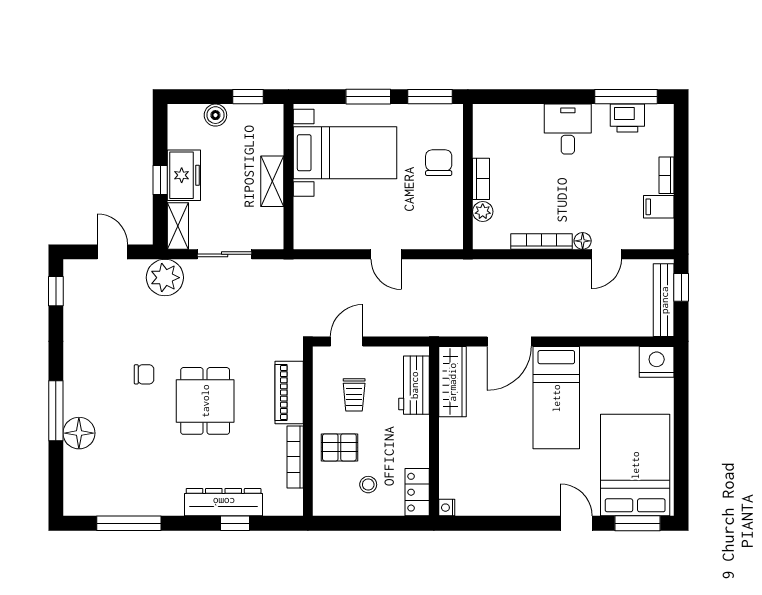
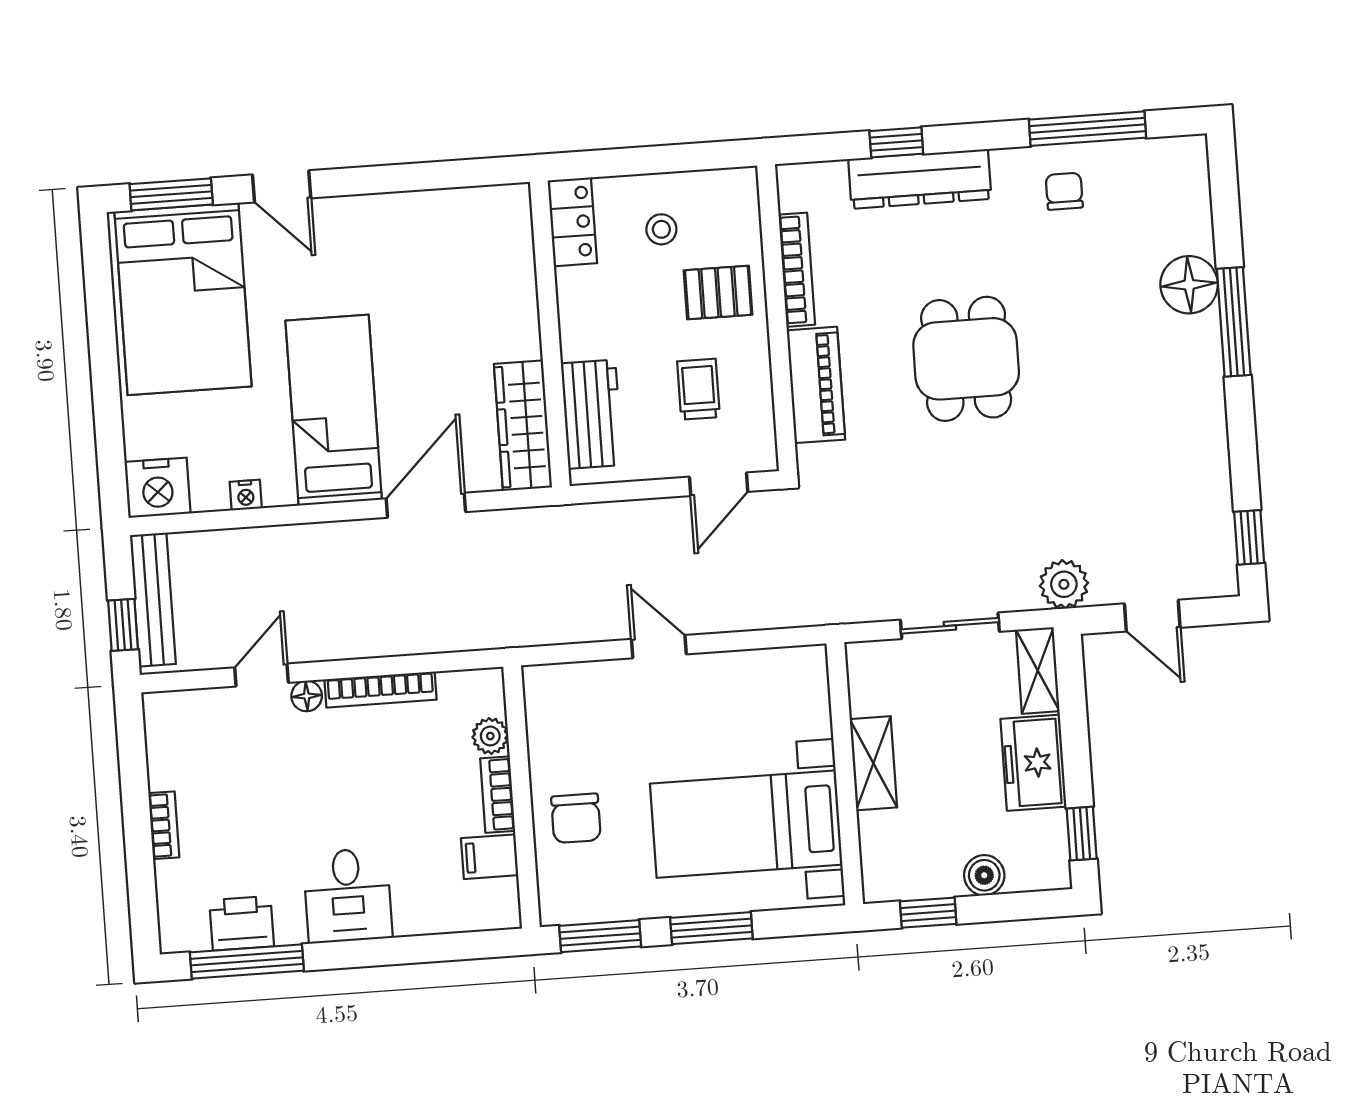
window: (160, 180) -> (1082, 834), moved
filing cabinet: (659, 207) -> (490, 857), moved, turned 180
plant: (165, 278) -> (1064, 584), width x0.73, depth x0.73
chair: (144, 374) -> (1064, 191), moved, turned 90
nightstand: (447, 508) -> (246, 495), moved, turned 90

